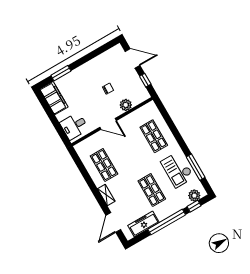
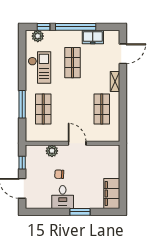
window: (61, 73) -> (80, 212), moved
desk: (74, 126) -> (63, 197), moved, turned 90
window: (196, 167) -> (22, 104), moved
freezer: (144, 224) -> (93, 37), width x0.71

